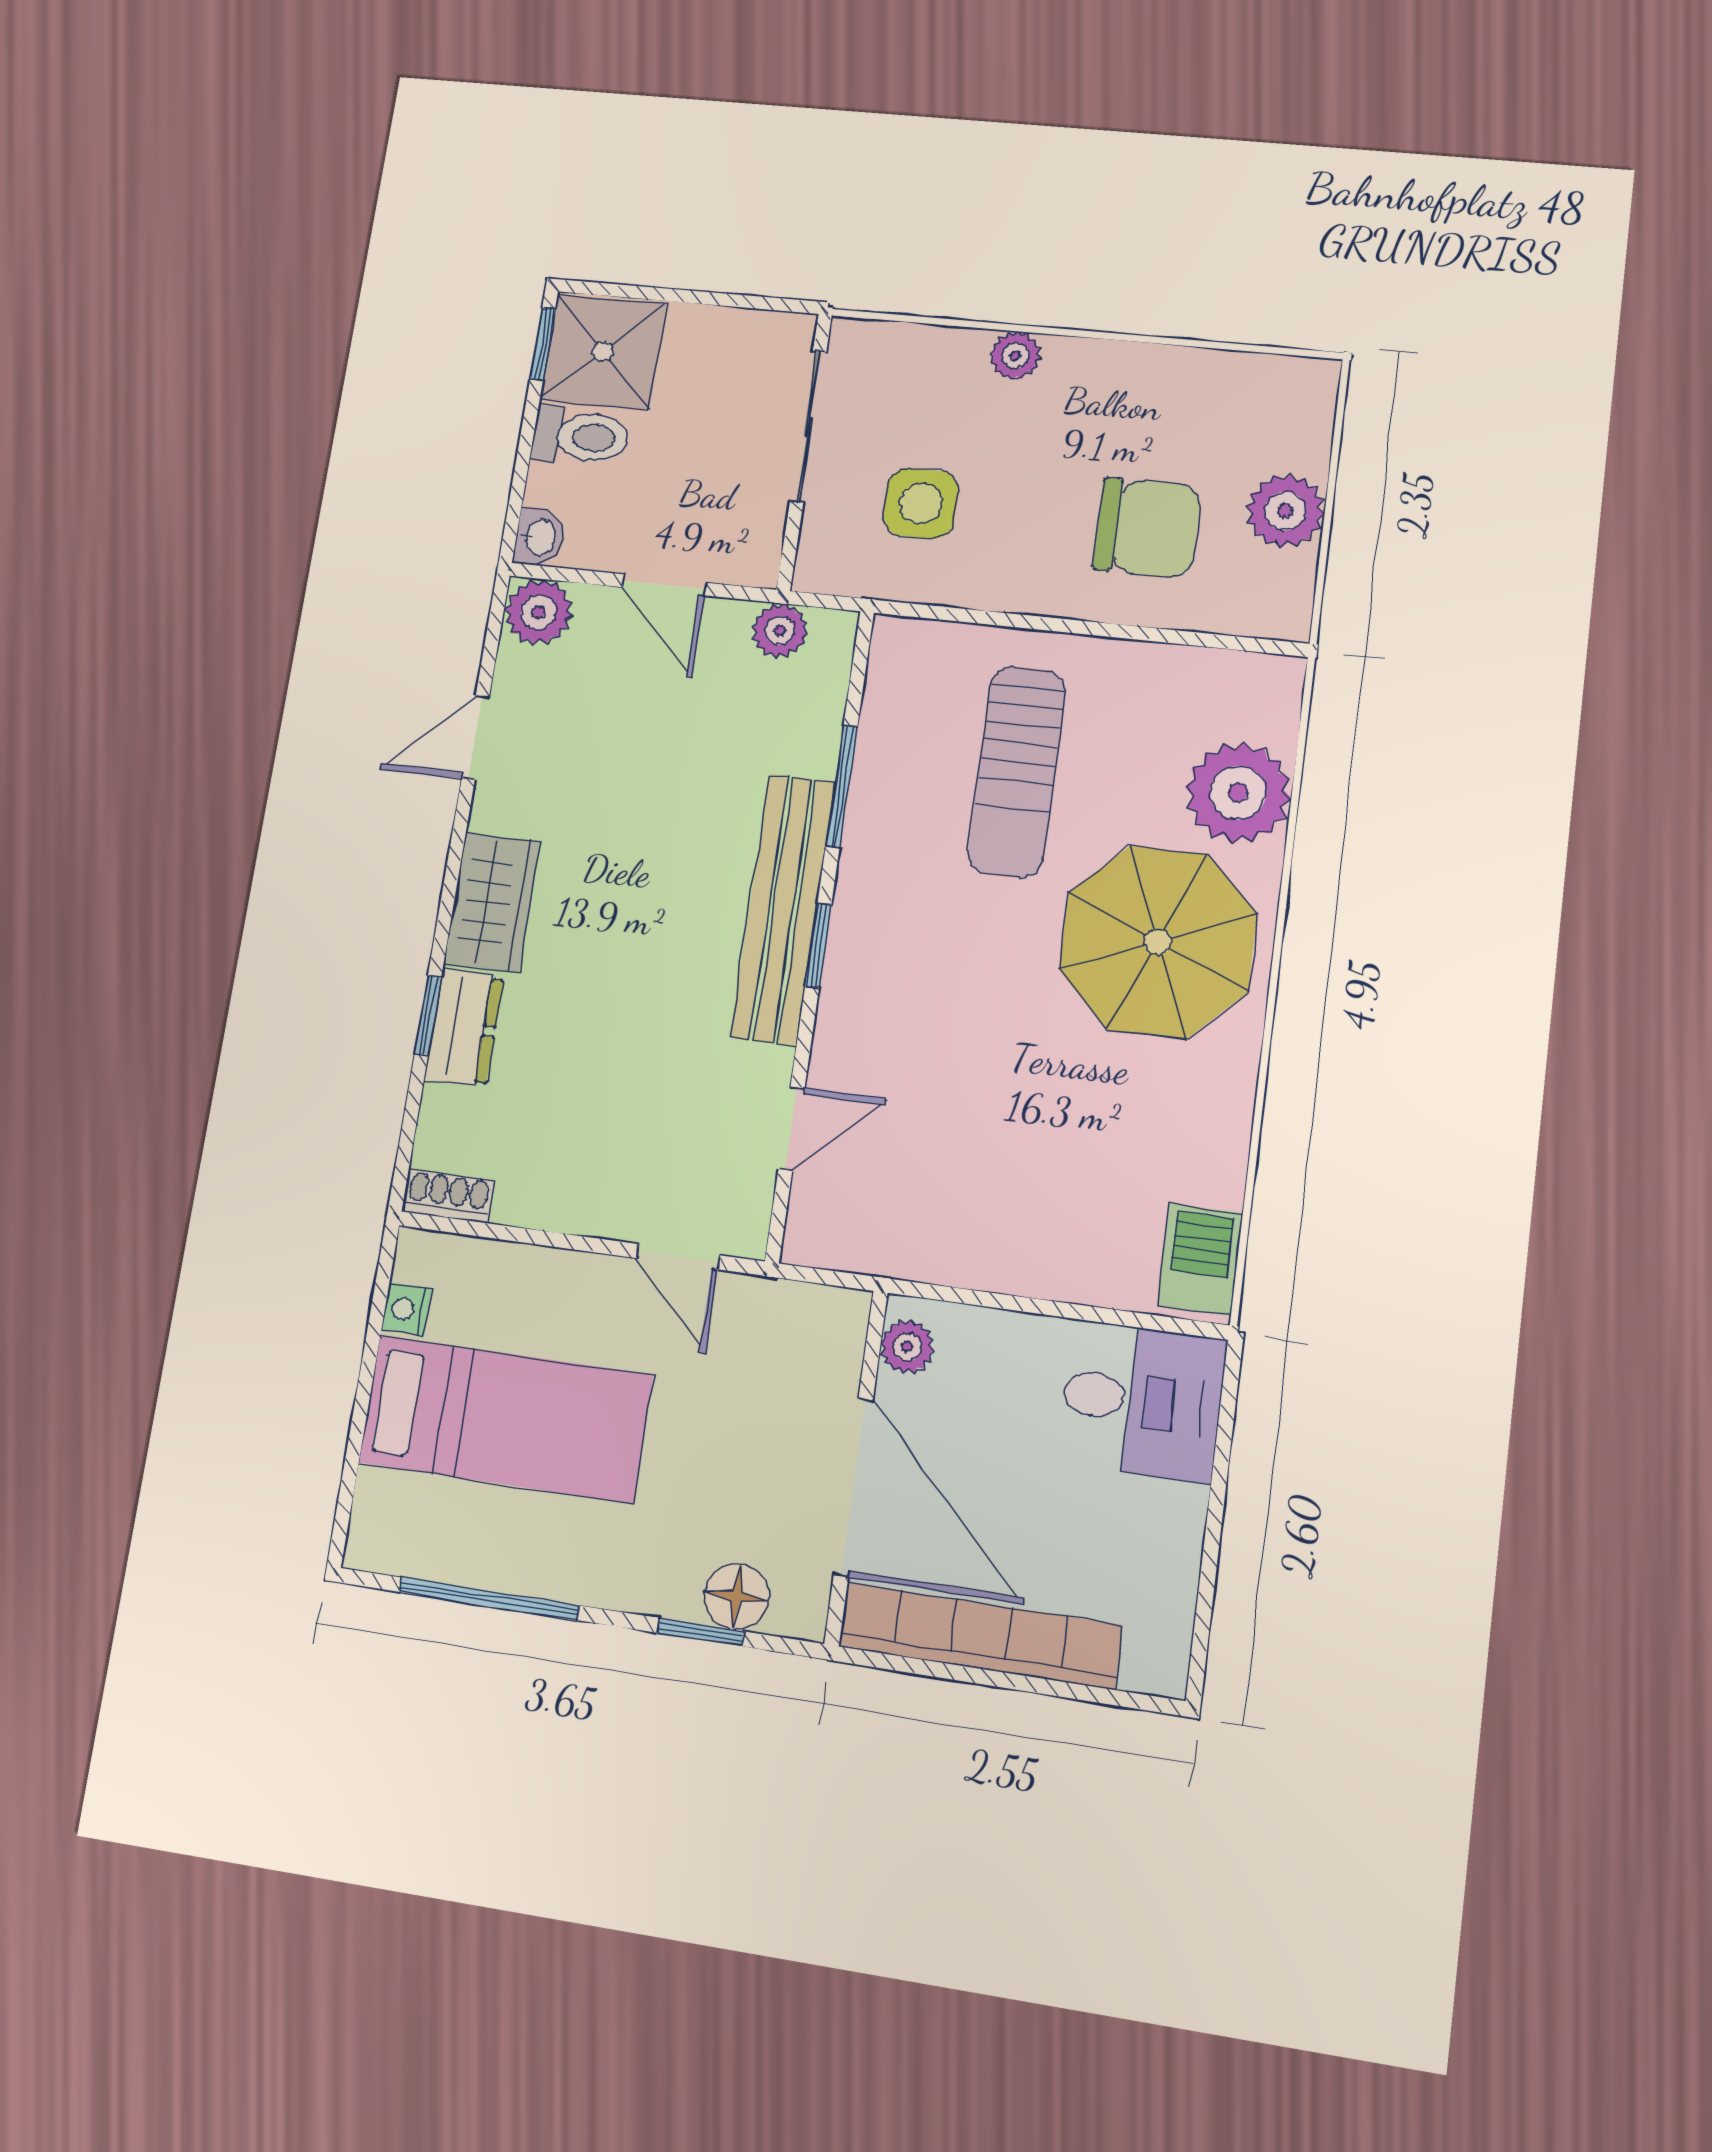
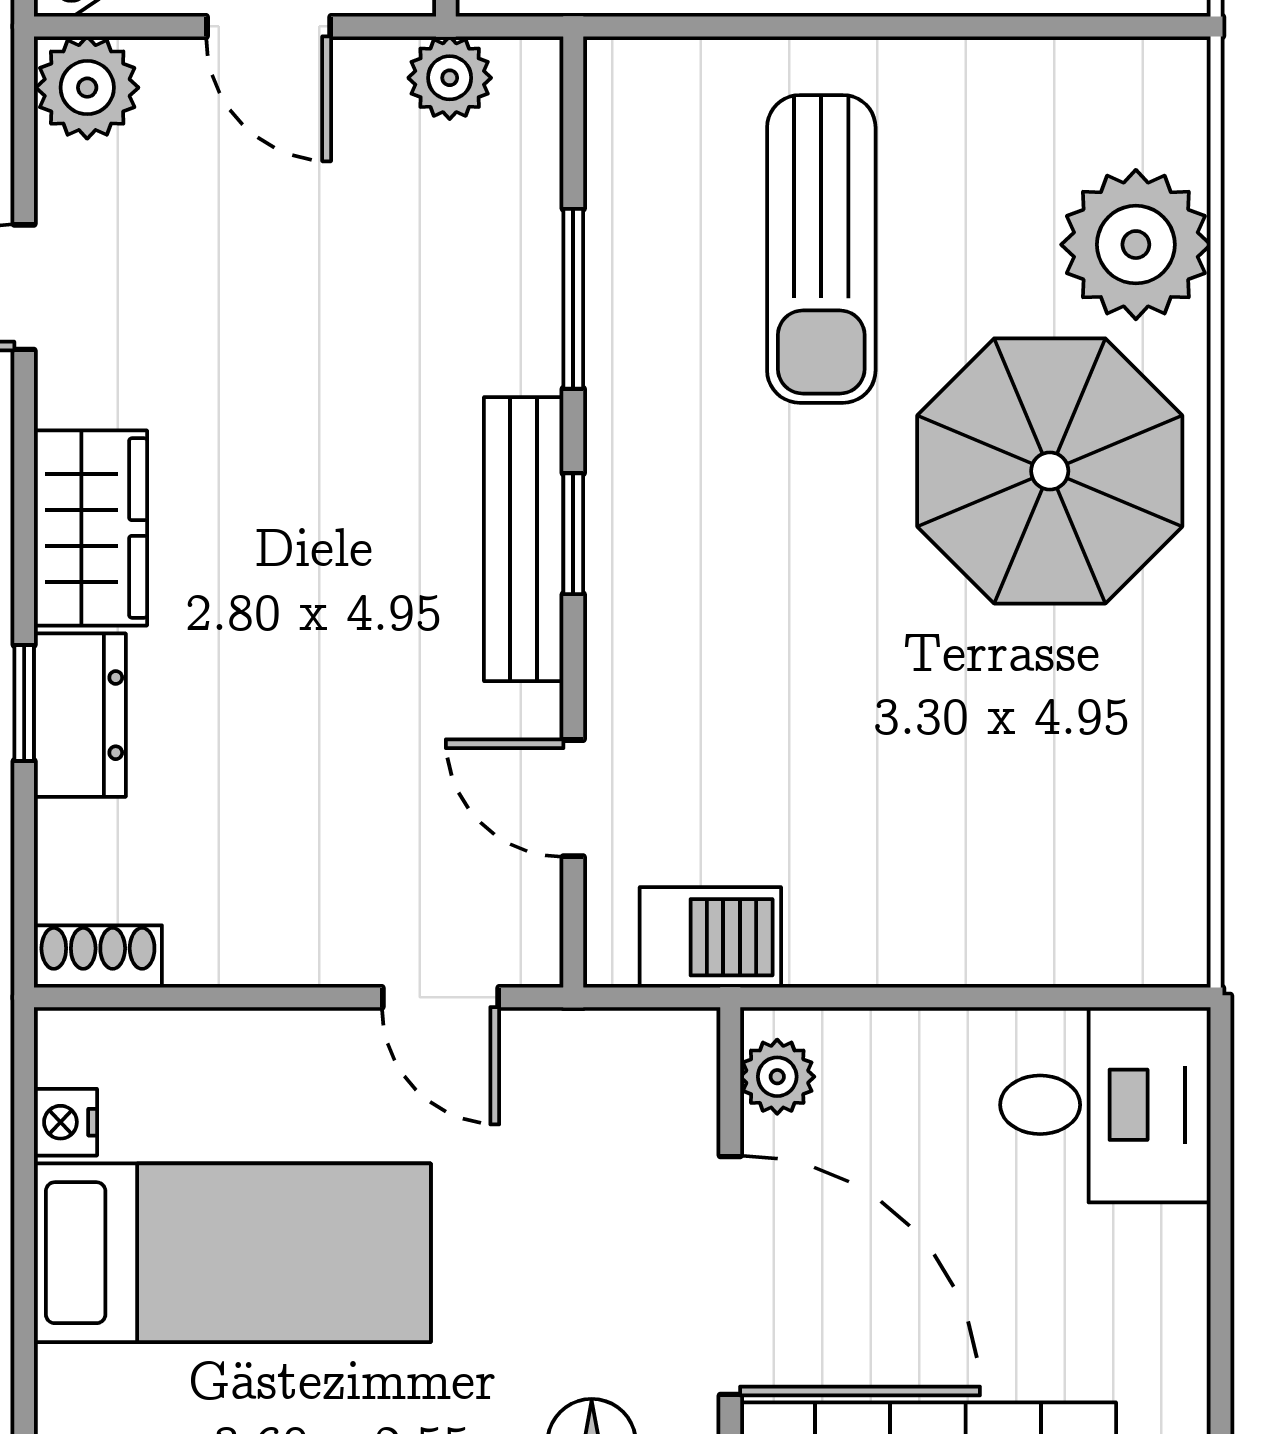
bench: (783, 909) -> (524, 539), width x0.73, depth x0.82
door: (791, 1129) -> (573, 798), swing flipped
barbecue: (1200, 1260) -> (710, 937), moved, turned 90

